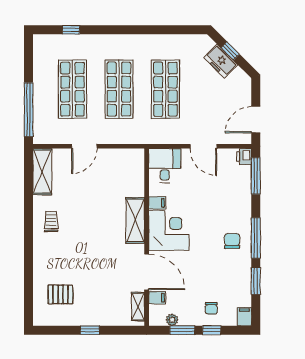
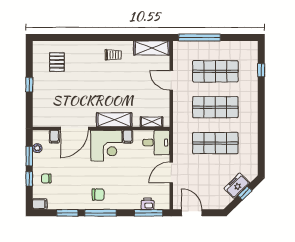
printer: (244, 157) -> (148, 204), moved
shelving: (138, 307) -> (152, 122), moved

